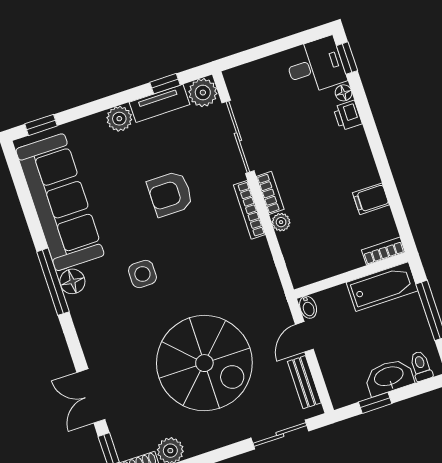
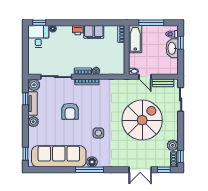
printer: (348, 115) -> (78, 30), moved
filing cabinet: (371, 199) -> (94, 32), width x2.00
window: (375, 403) -> (181, 43), moved

